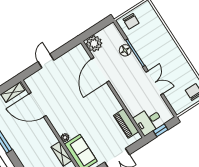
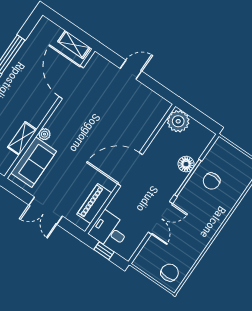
chair: (131, 21) -> (212, 181), moved
door: (100, 70) -> (130, 169), moved

